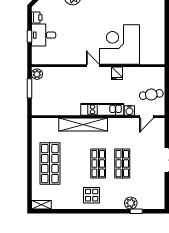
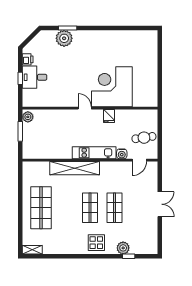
display table: (92, 195) -> (96, 243), moved

